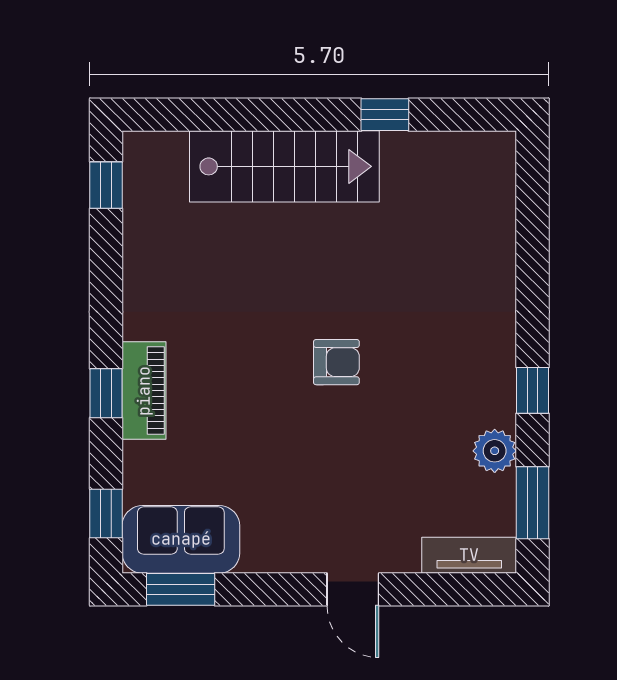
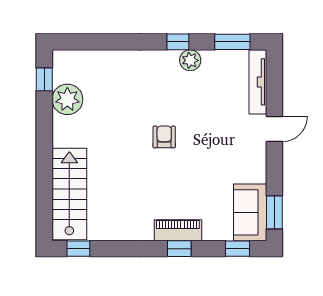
window: (385, 115) -> (44, 79), moved
plant: (414, 162) -> (67, 99), added
stairs: (284, 166) -> (69, 194), moved
plant: (495, 451) -> (190, 60), moved
tv unit: (469, 555) -> (258, 82), width x1.41

